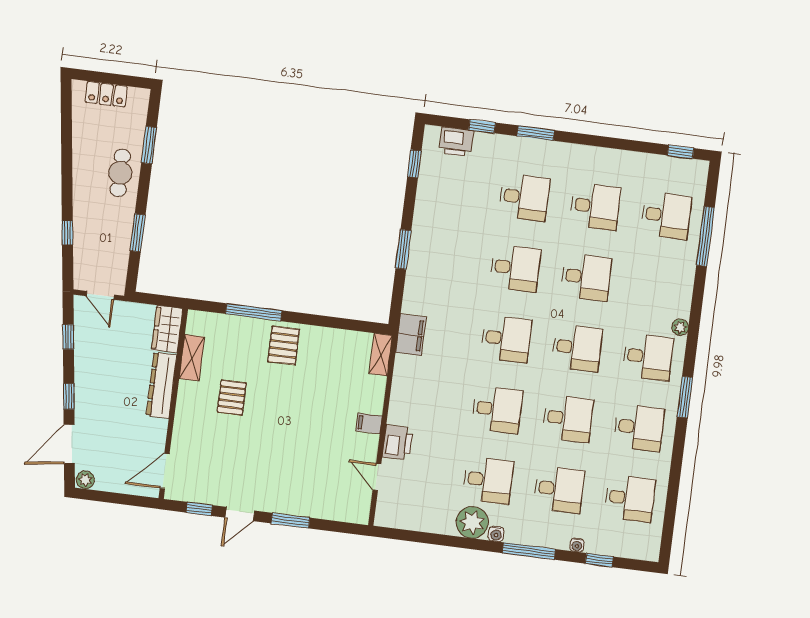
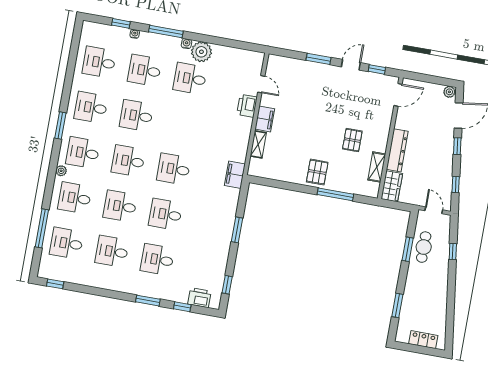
cafe table: (120, 173) -> (424, 247), moved
shelving: (381, 355) -> (258, 144), moved
desk: (497, 409) -> (75, 198), moved
filing cabinet: (369, 423) -> (265, 119), width x2.00

